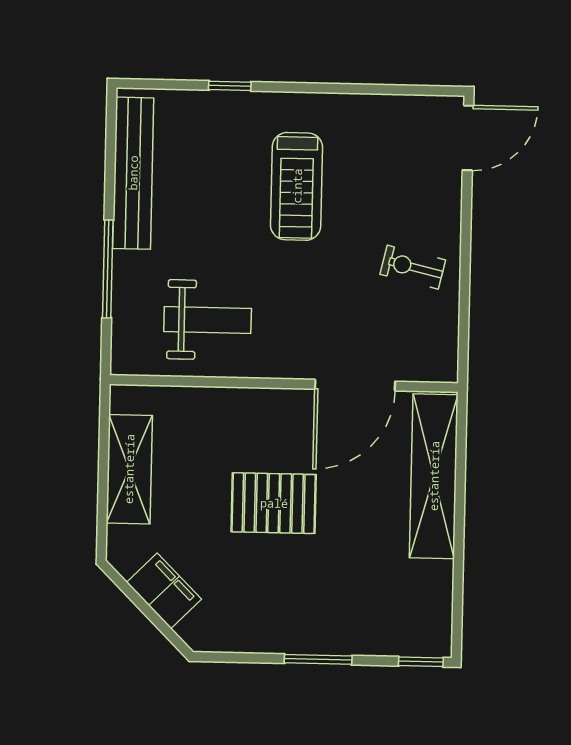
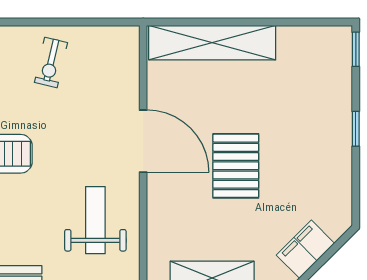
door: (355, 385) -> (143, 141), moved
window: (318, 659) -> (356, 129), width x0.67

